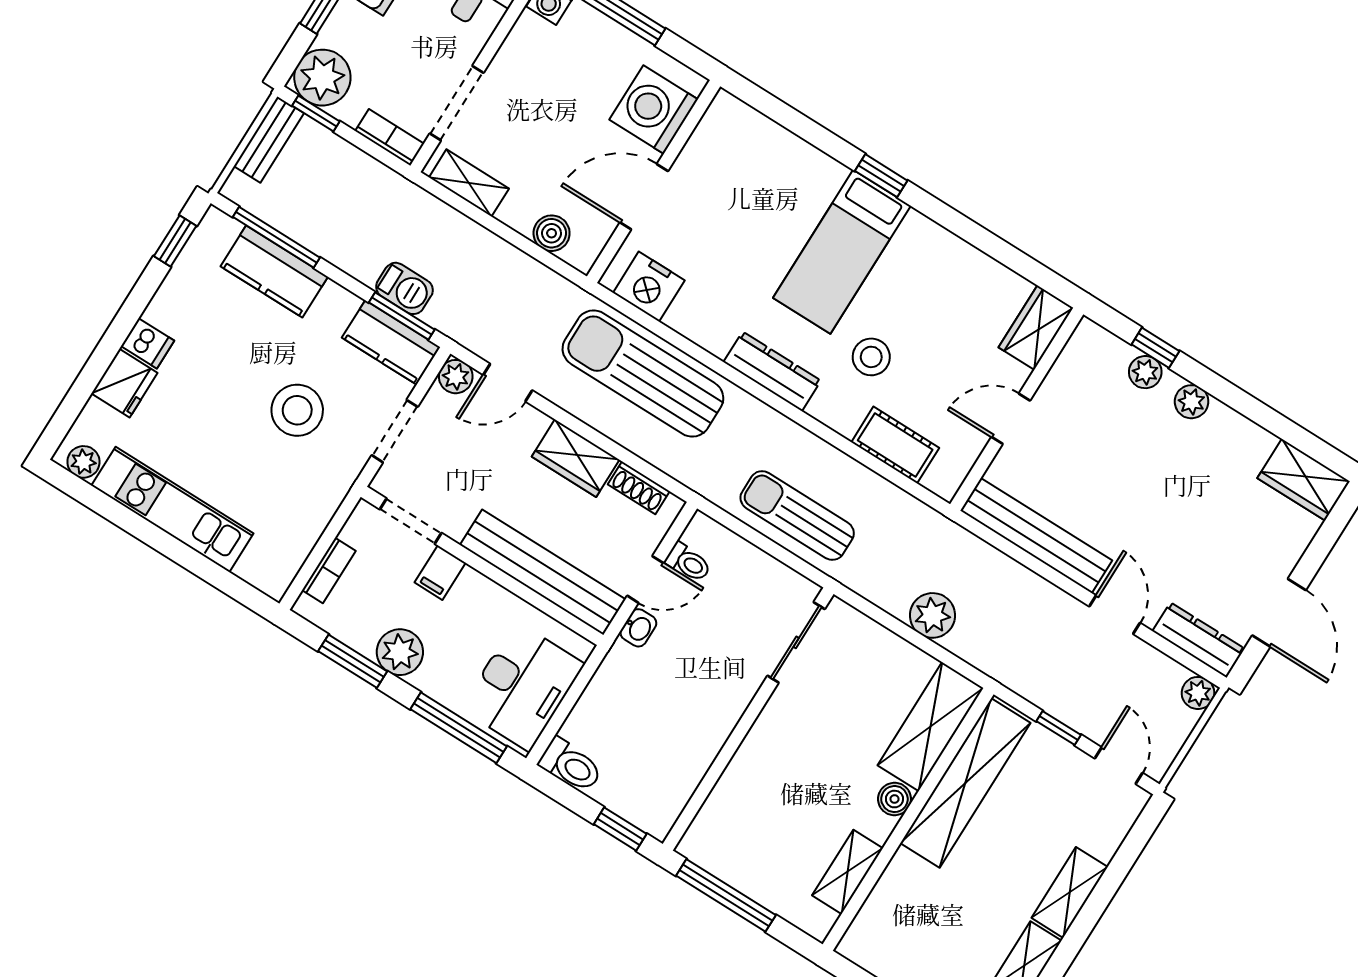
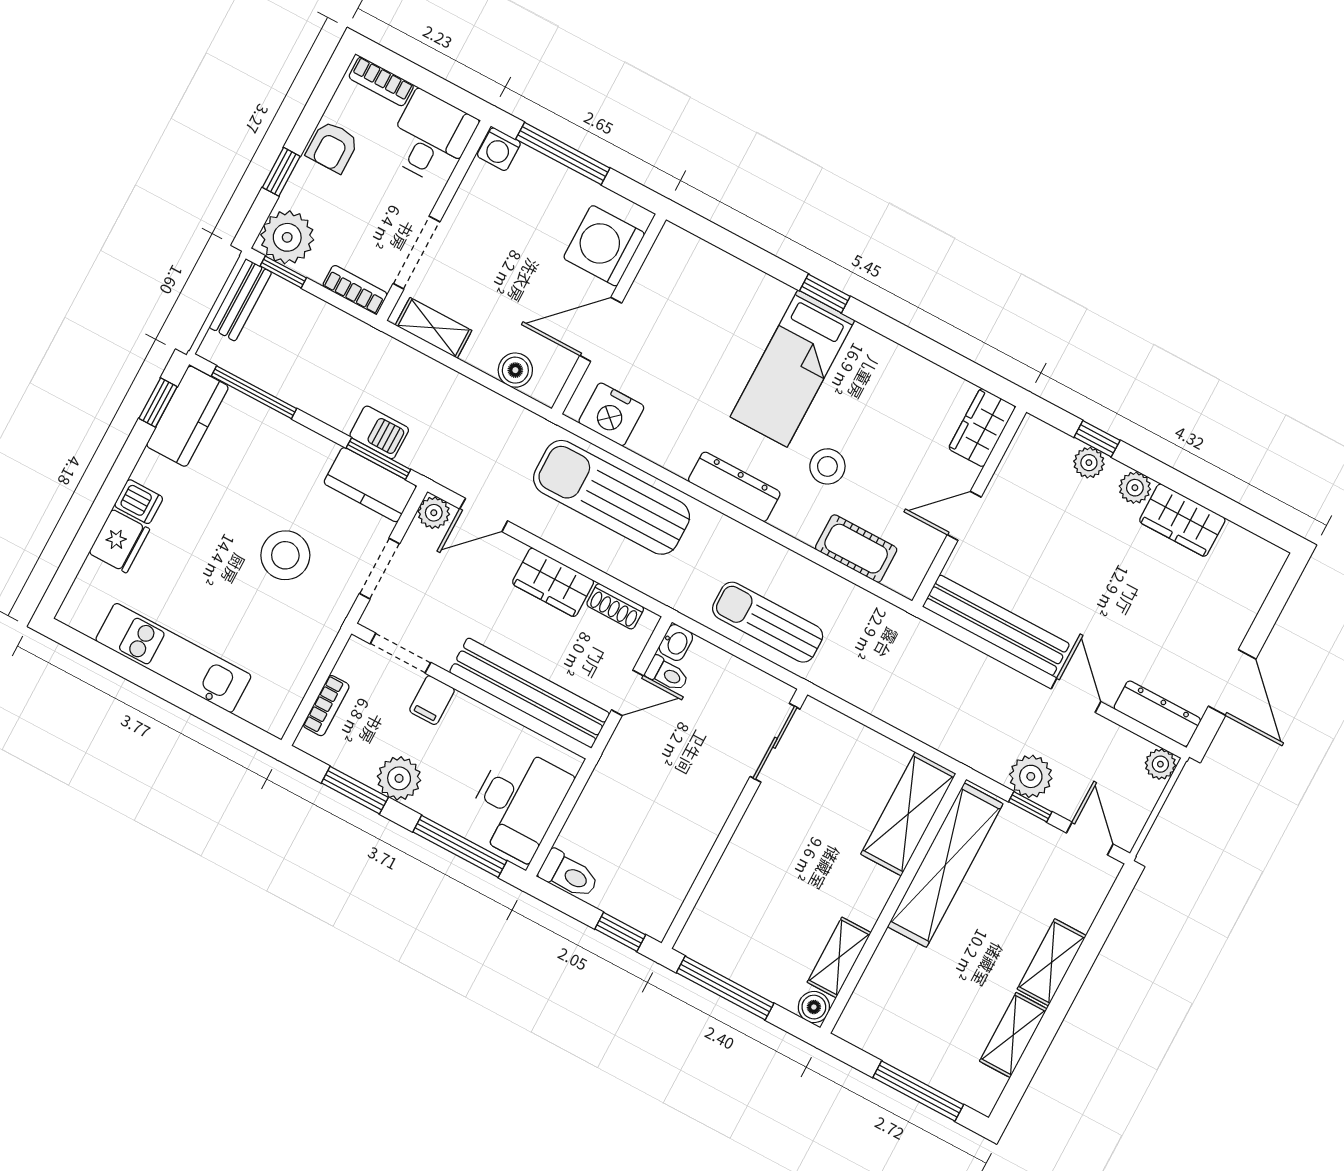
kitchen counter: (274, 271) -> (187, 416), moved, turned -90
plant: (83, 462) -> (86, 619), removed
wardrobe: (1304, 480) -> (1182, 520), moved
plant: (932, 615) -> (1031, 776), moved
washbasin: (638, 628) -> (676, 642), moved
boiler: (894, 799) -> (814, 1007), moved

